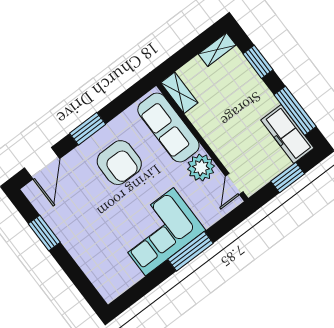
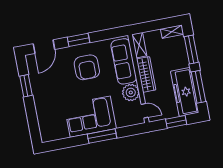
window: (258, 62) -> (191, 50), width x1.44
wardrobe: (210, 130) -> (146, 74), added
freezer: (287, 134) -> (185, 92), width x1.36, depth x1.26
door: (234, 184) -> (145, 111), swing flipped

